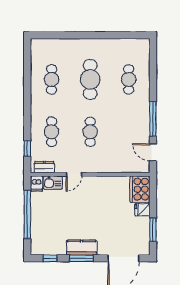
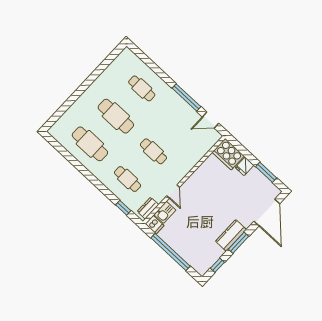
cafe table: (52, 79) -> (90, 144), width x1.37, depth x1.35

